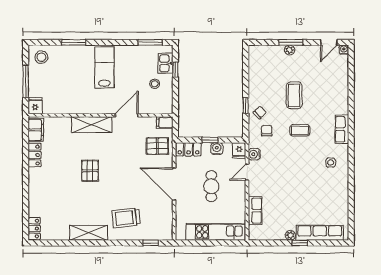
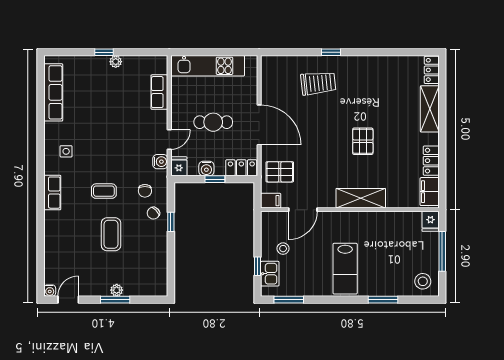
door: (127, 115) -> (303, 210), moved
cafe table: (211, 186) -> (213, 122), turned 90
shelving: (89, 233) -> (430, 109), moved, turned 90
row of seats: (320, 233) -> (53, 92), moved, turned -90
window: (151, 243) -> (331, 52), moved

